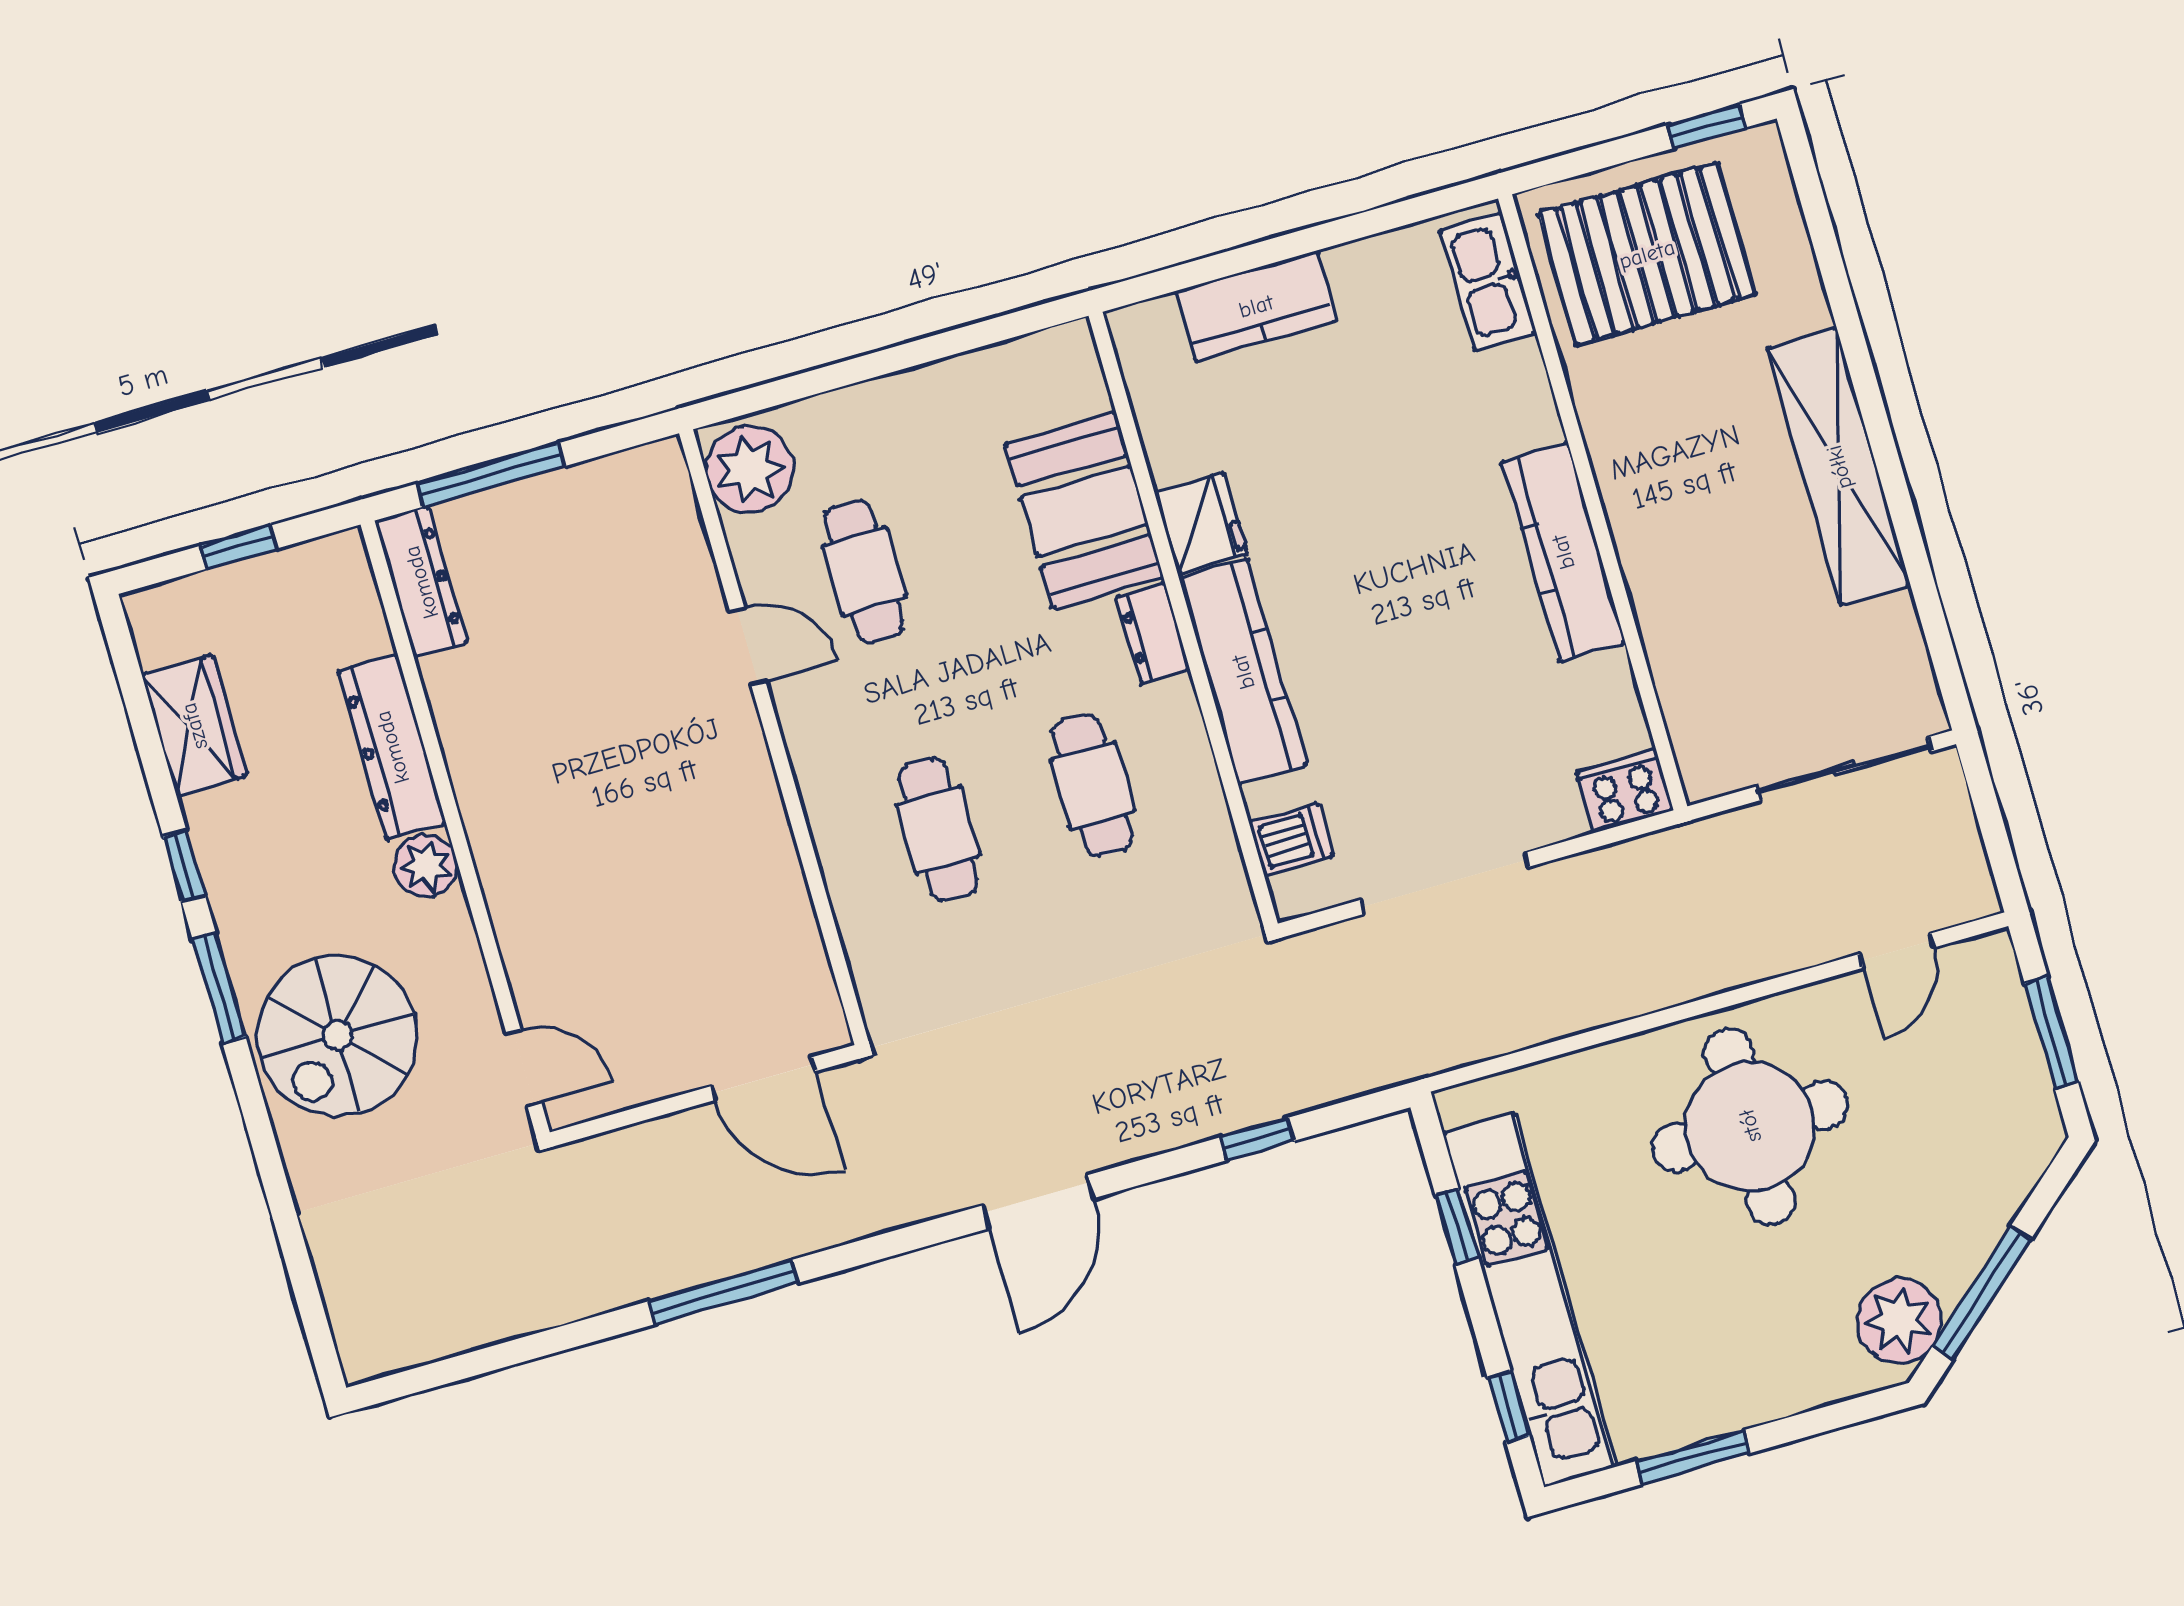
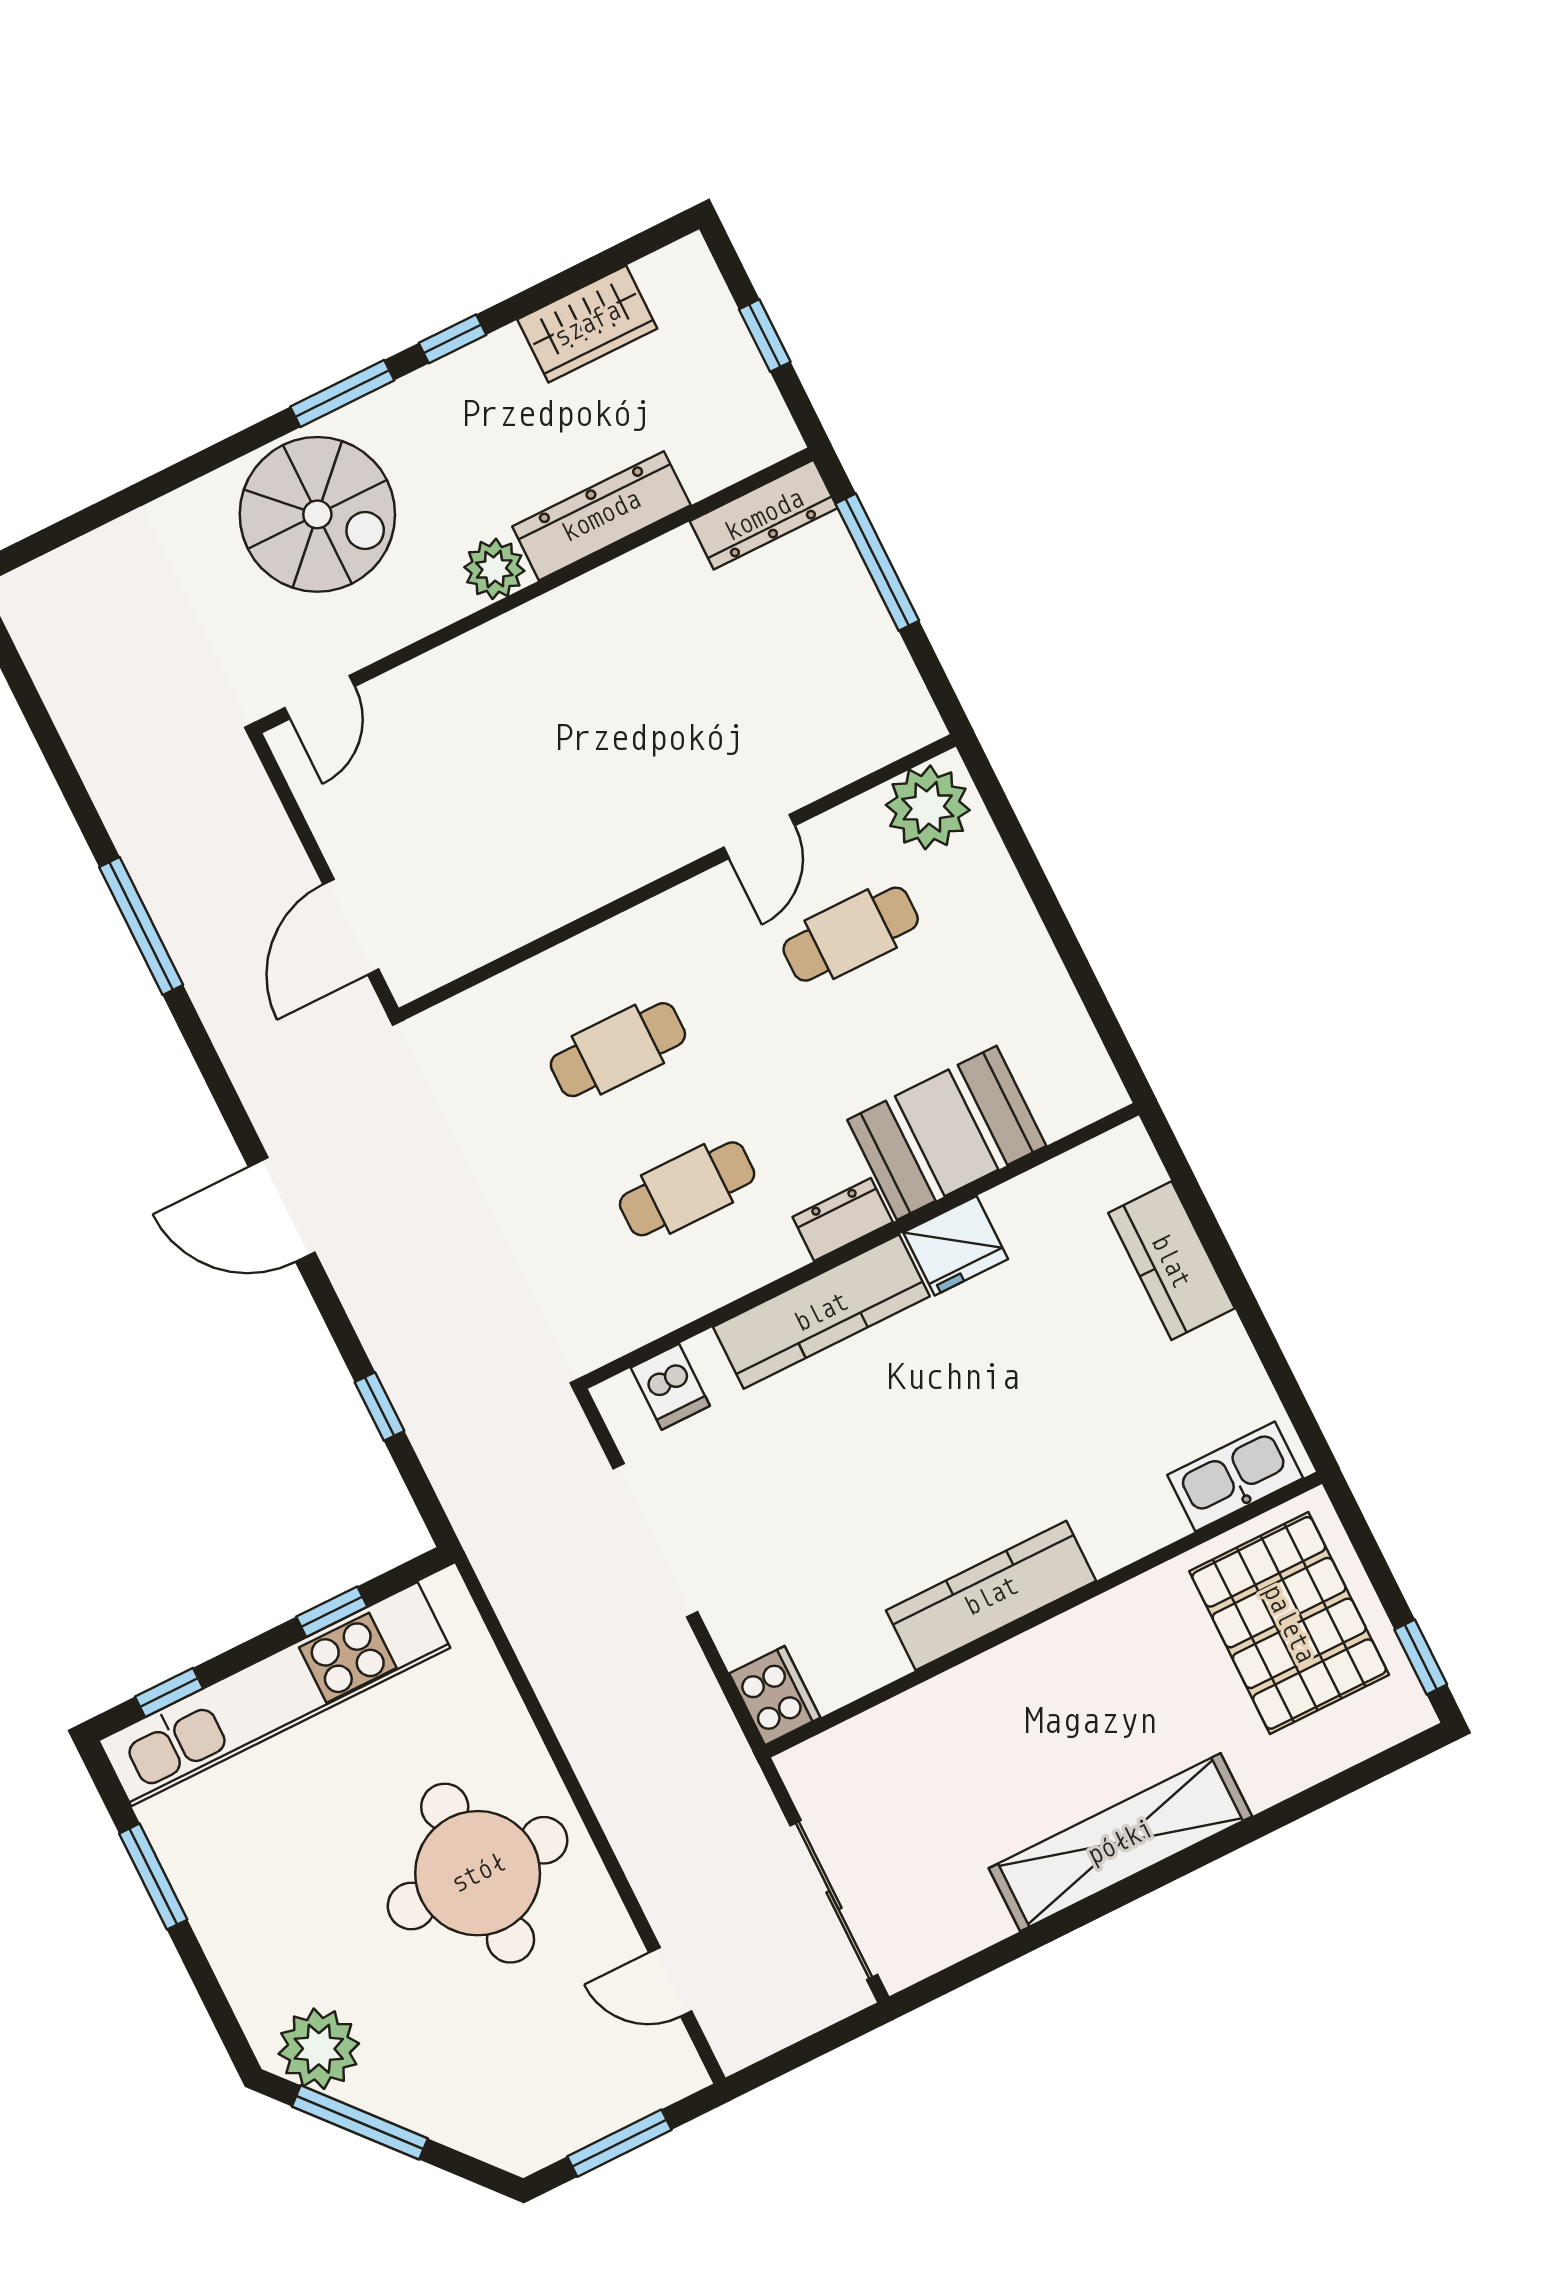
spiral stairs: (337, 1036) -> (317, 514), turned 180

